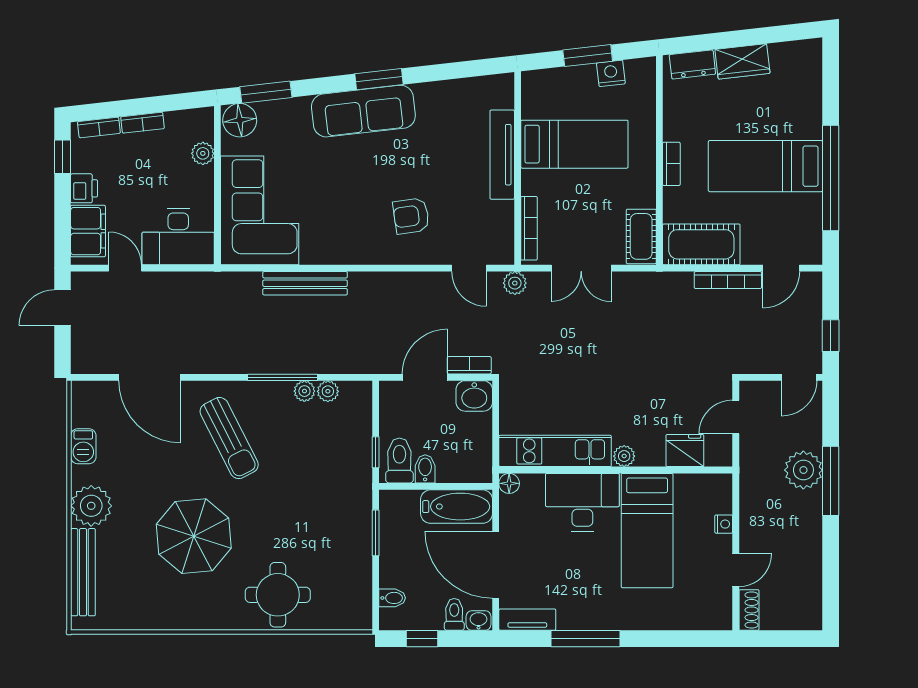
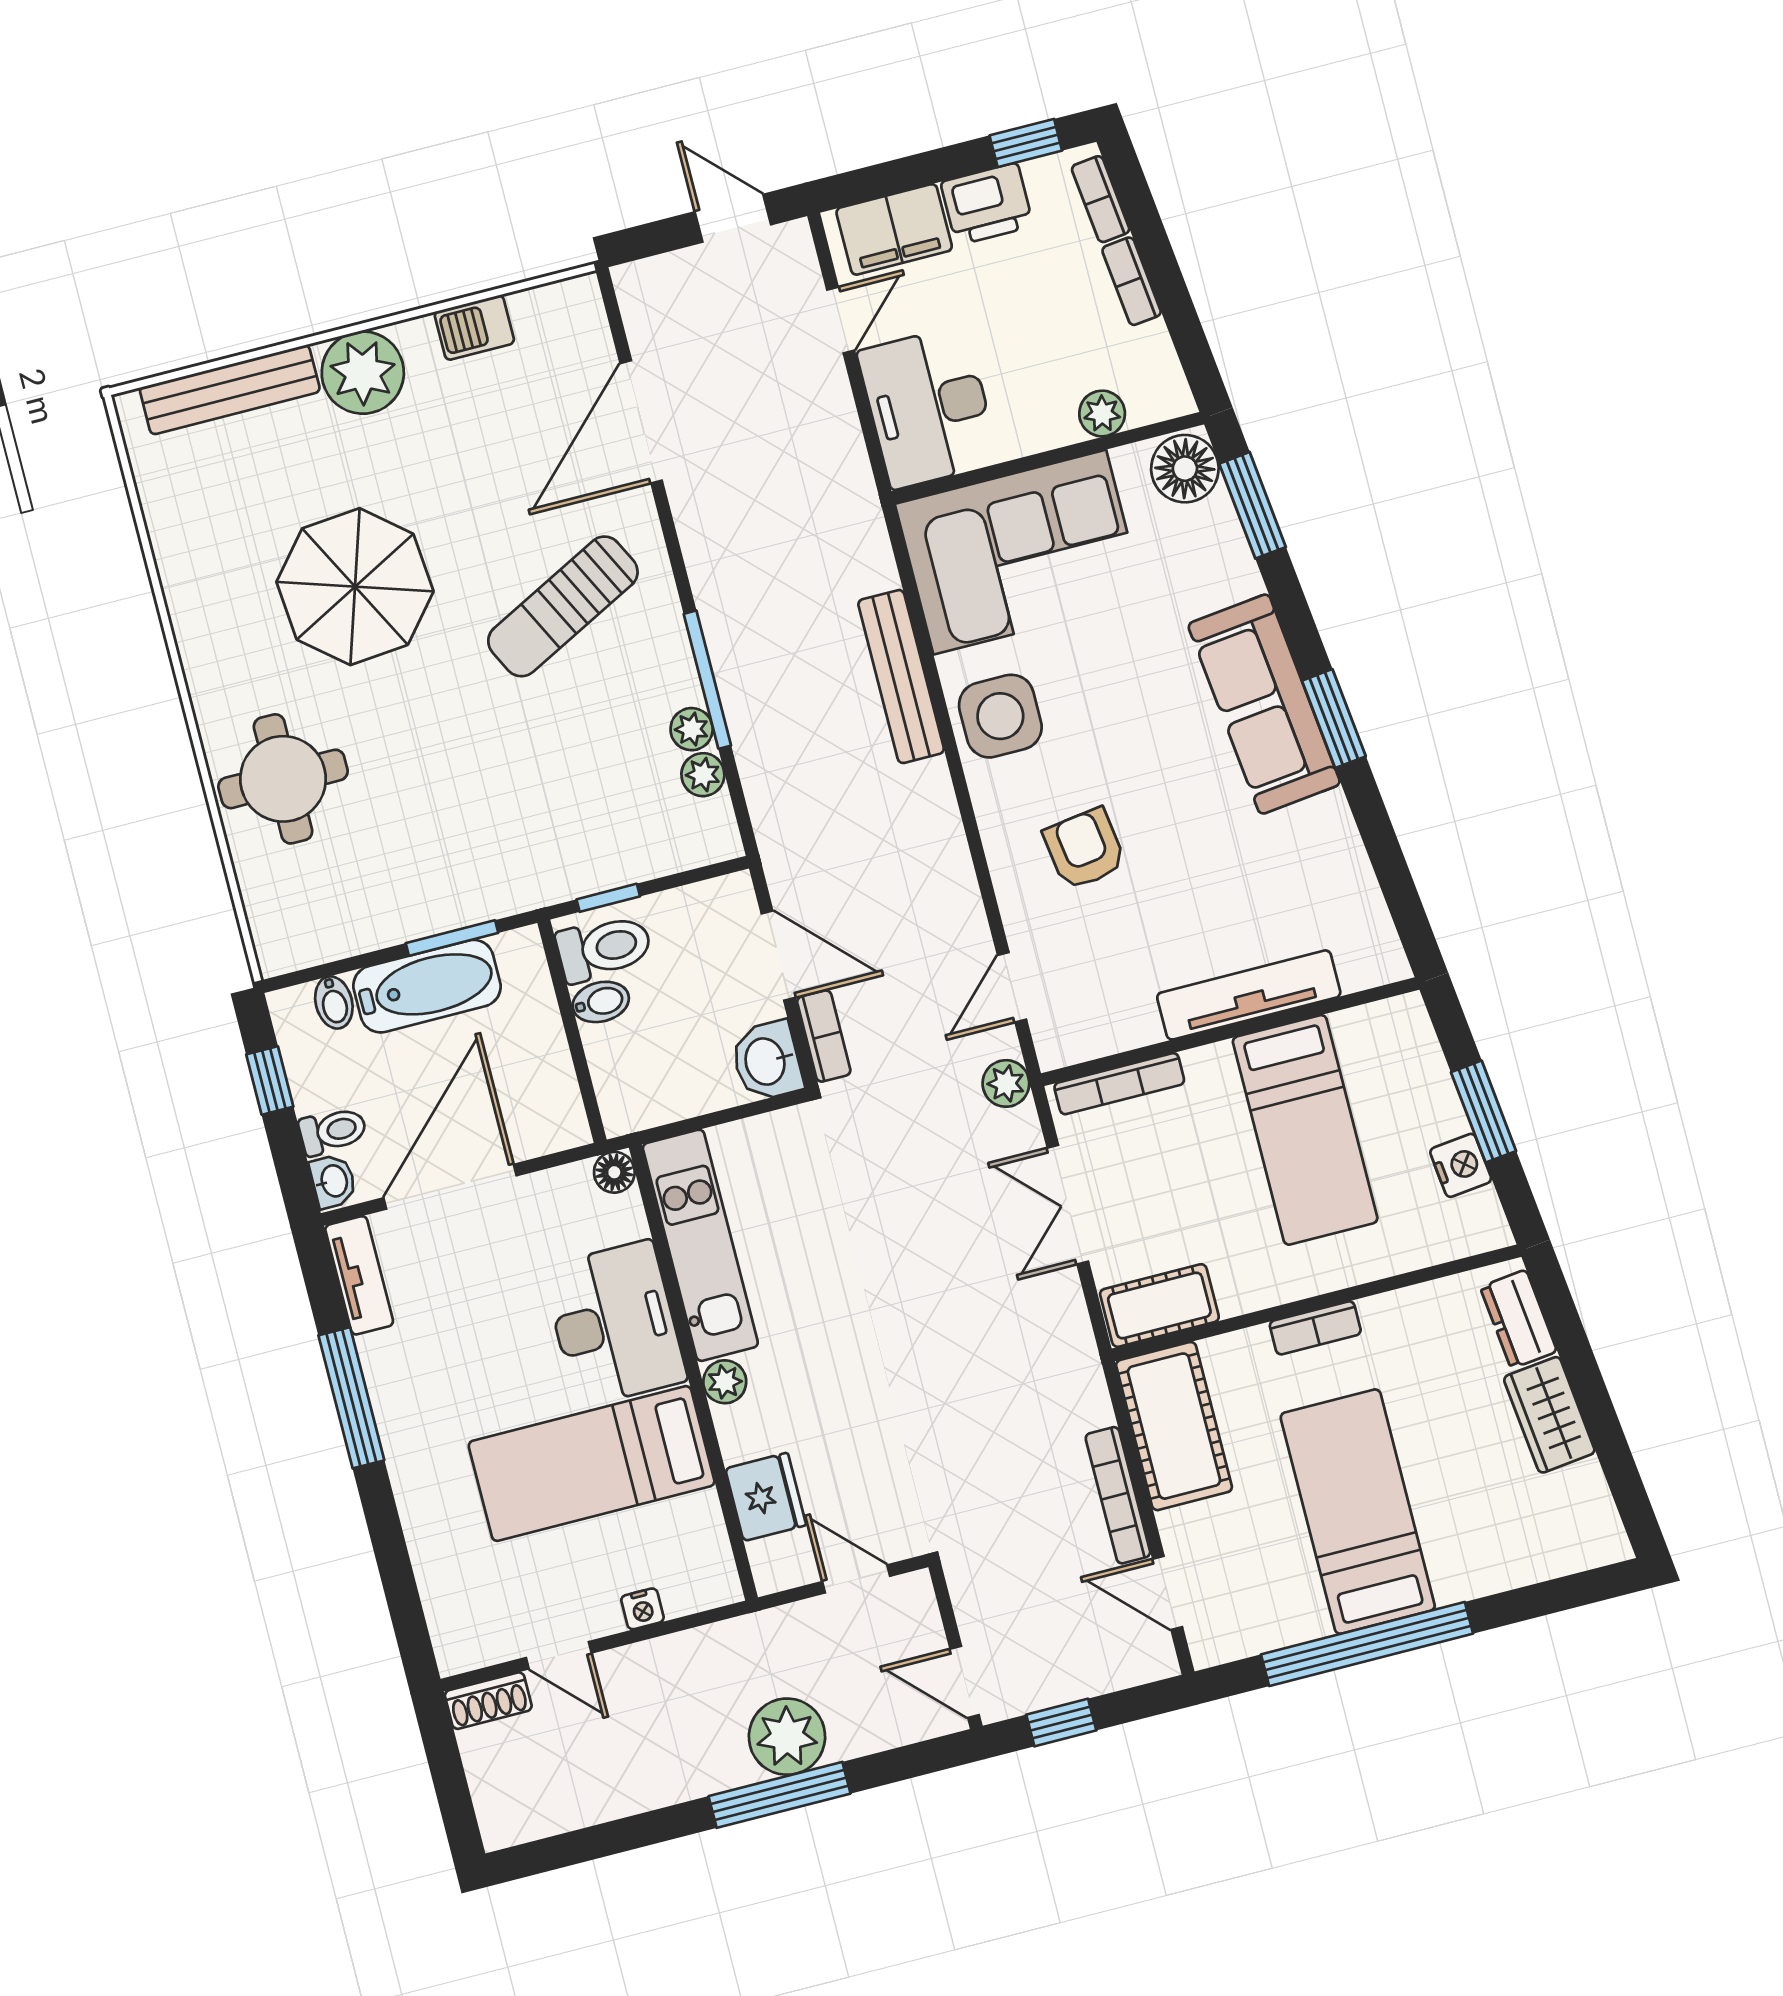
printer: (84, 188) -> (987, 204), width x1.36, depth x1.24
side table: (336, 240) -> (1000, 716), added
bathtub: (457, 507) -> (427, 986), moved, turned -90

